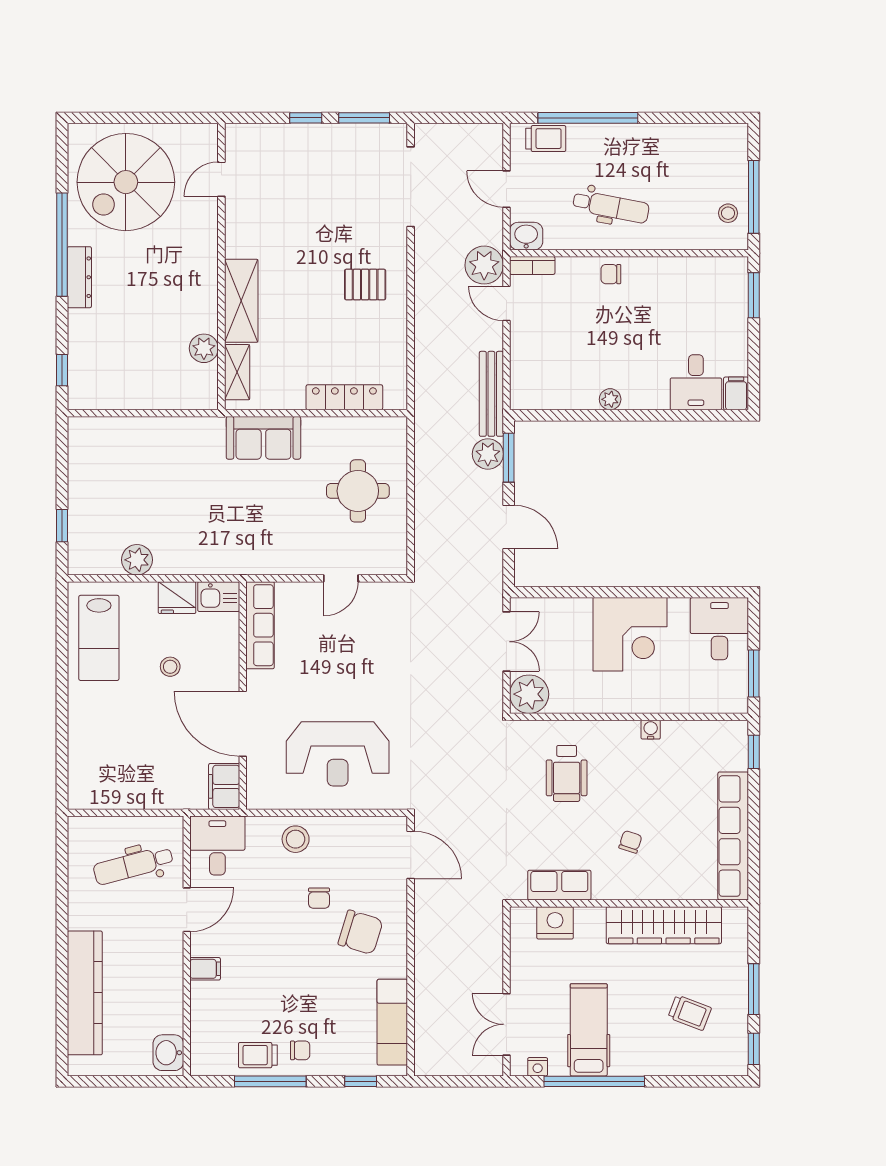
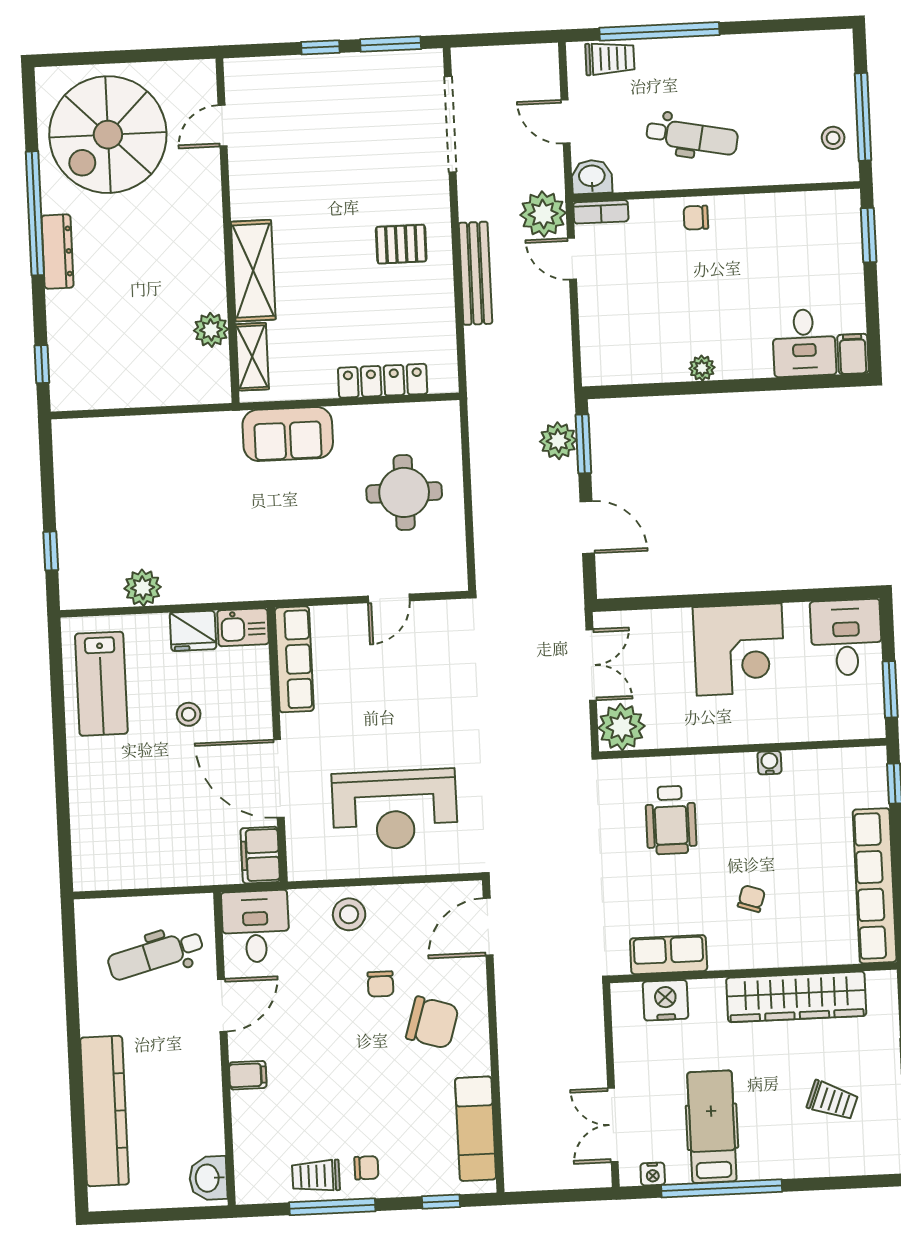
bench: (491, 394) -> (475, 273), moved
door: (411, 855) -> (488, 927), swing flipped

